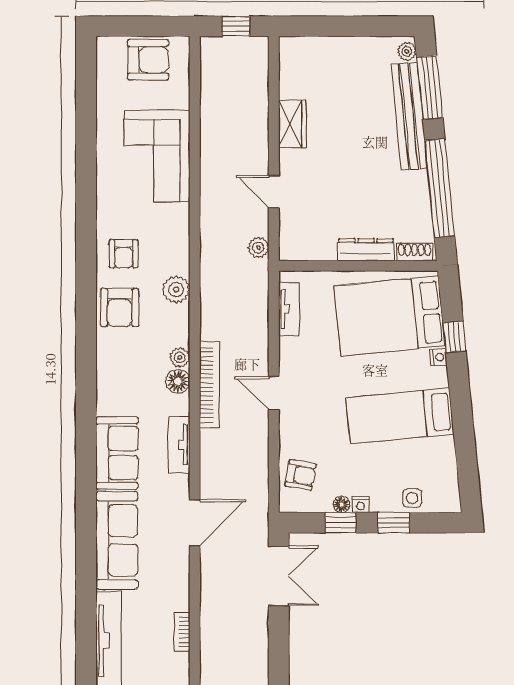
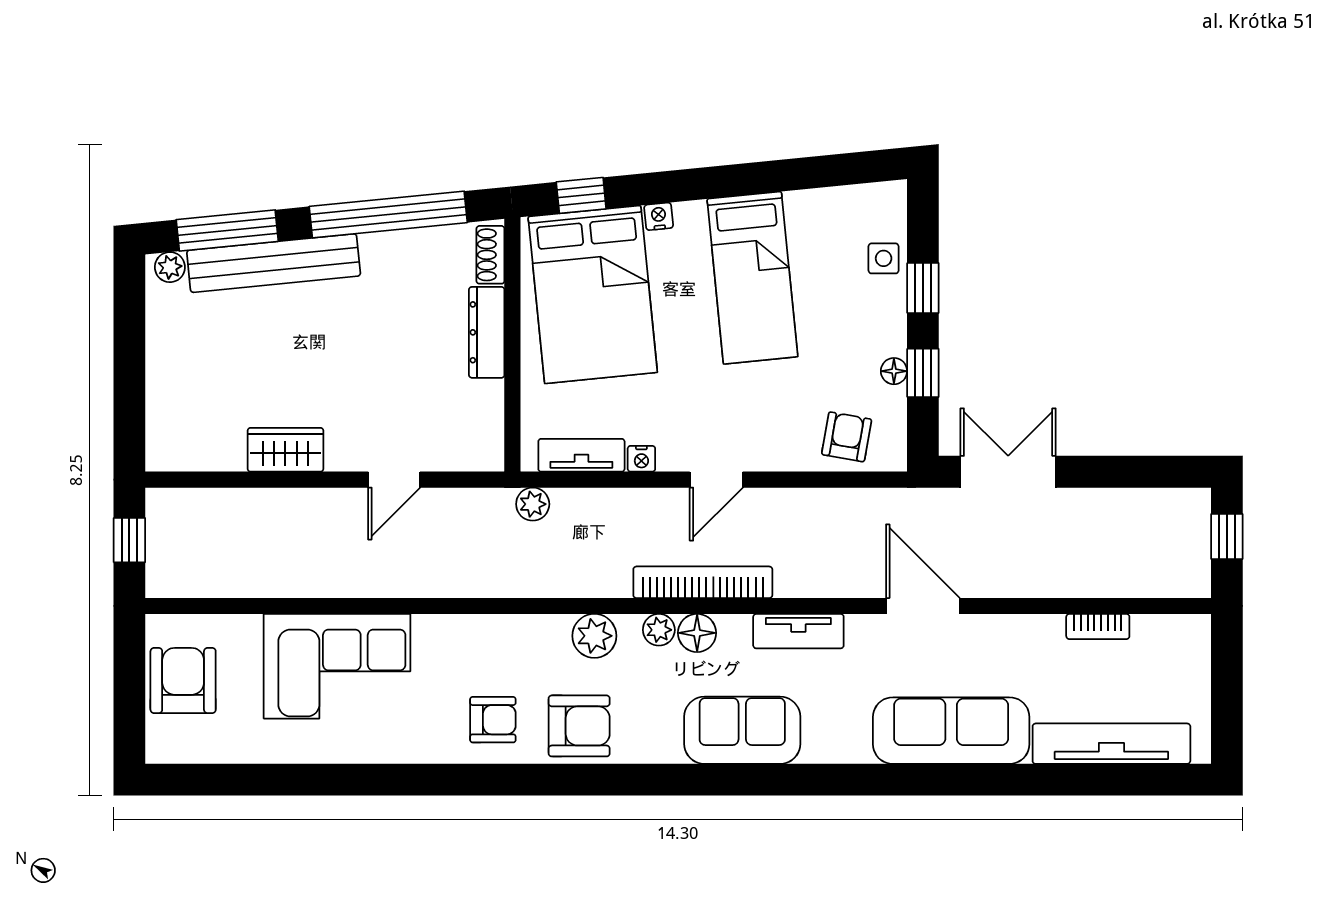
plant: (258, 248) -> (533, 504), moved
plant: (176, 289) -> (594, 636), moved
window: (454, 337) -> (581, 195), moved
sofa: (117, 453) -> (742, 730), moved
nightstand: (360, 505) -> (641, 459), moved, turned 90

